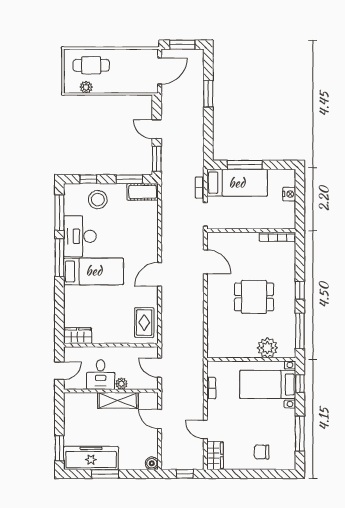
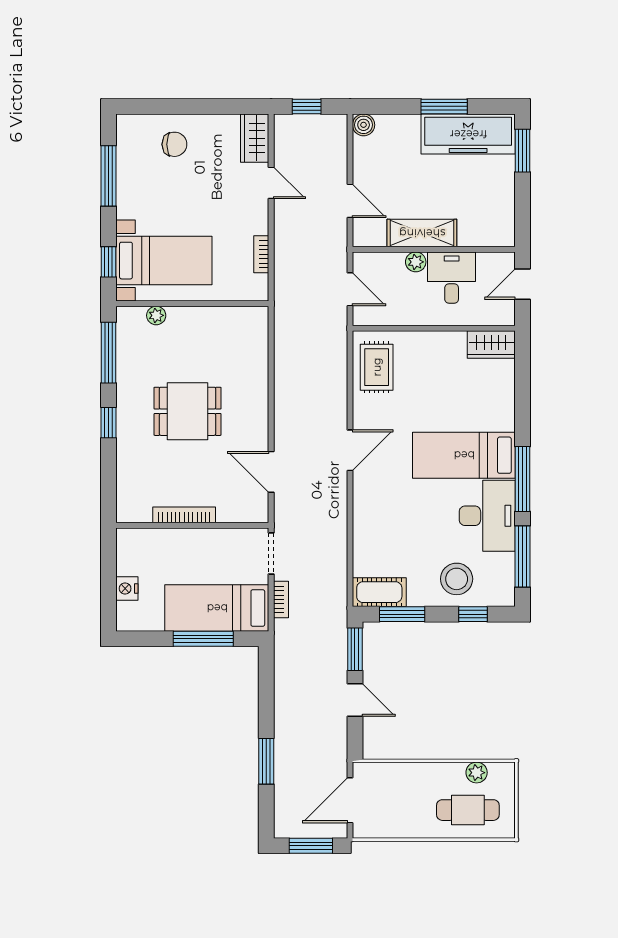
bookcase: (277, 237) -> (184, 515), moved
plant: (267, 348) -> (156, 315), width x0.53, depth x0.53

